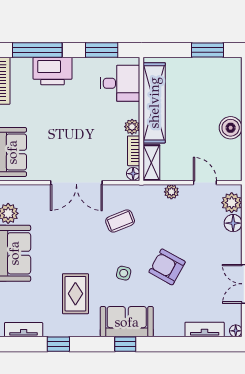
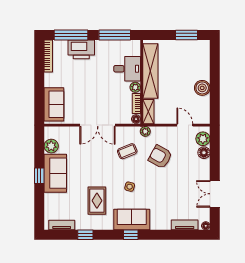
window: (102, 50) -> (115, 35), width x1.44
desk: (120, 83) -> (127, 69), moved
plant: (171, 192) -> (145, 131), moved
armchair: (167, 267) -> (160, 157), moved

